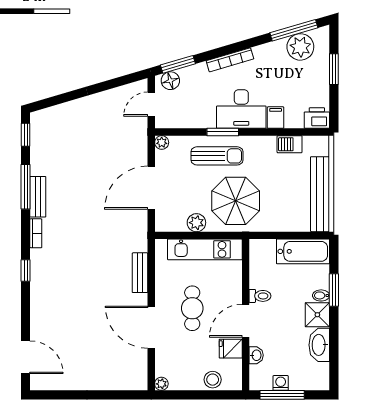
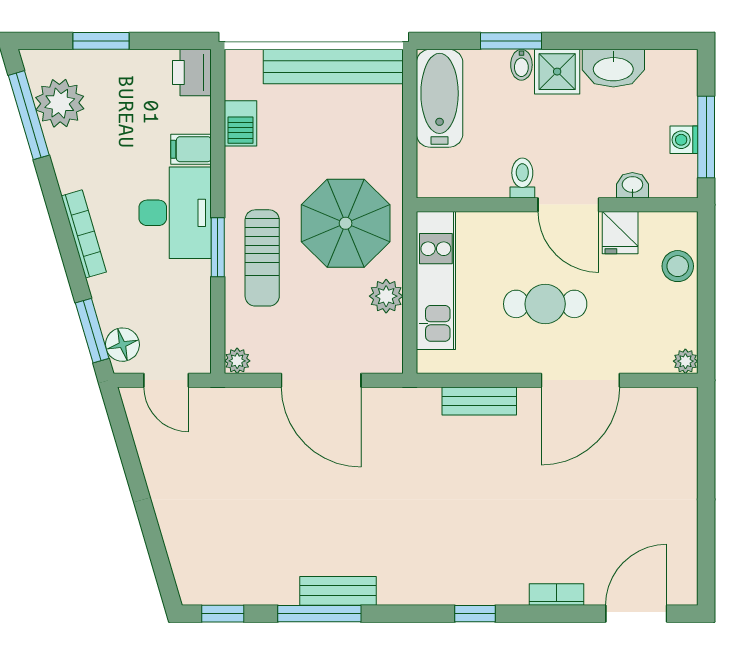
sun lounger: (217, 156) -> (262, 258), turned 180
bookcase: (36, 233) -> (556, 594), moved

